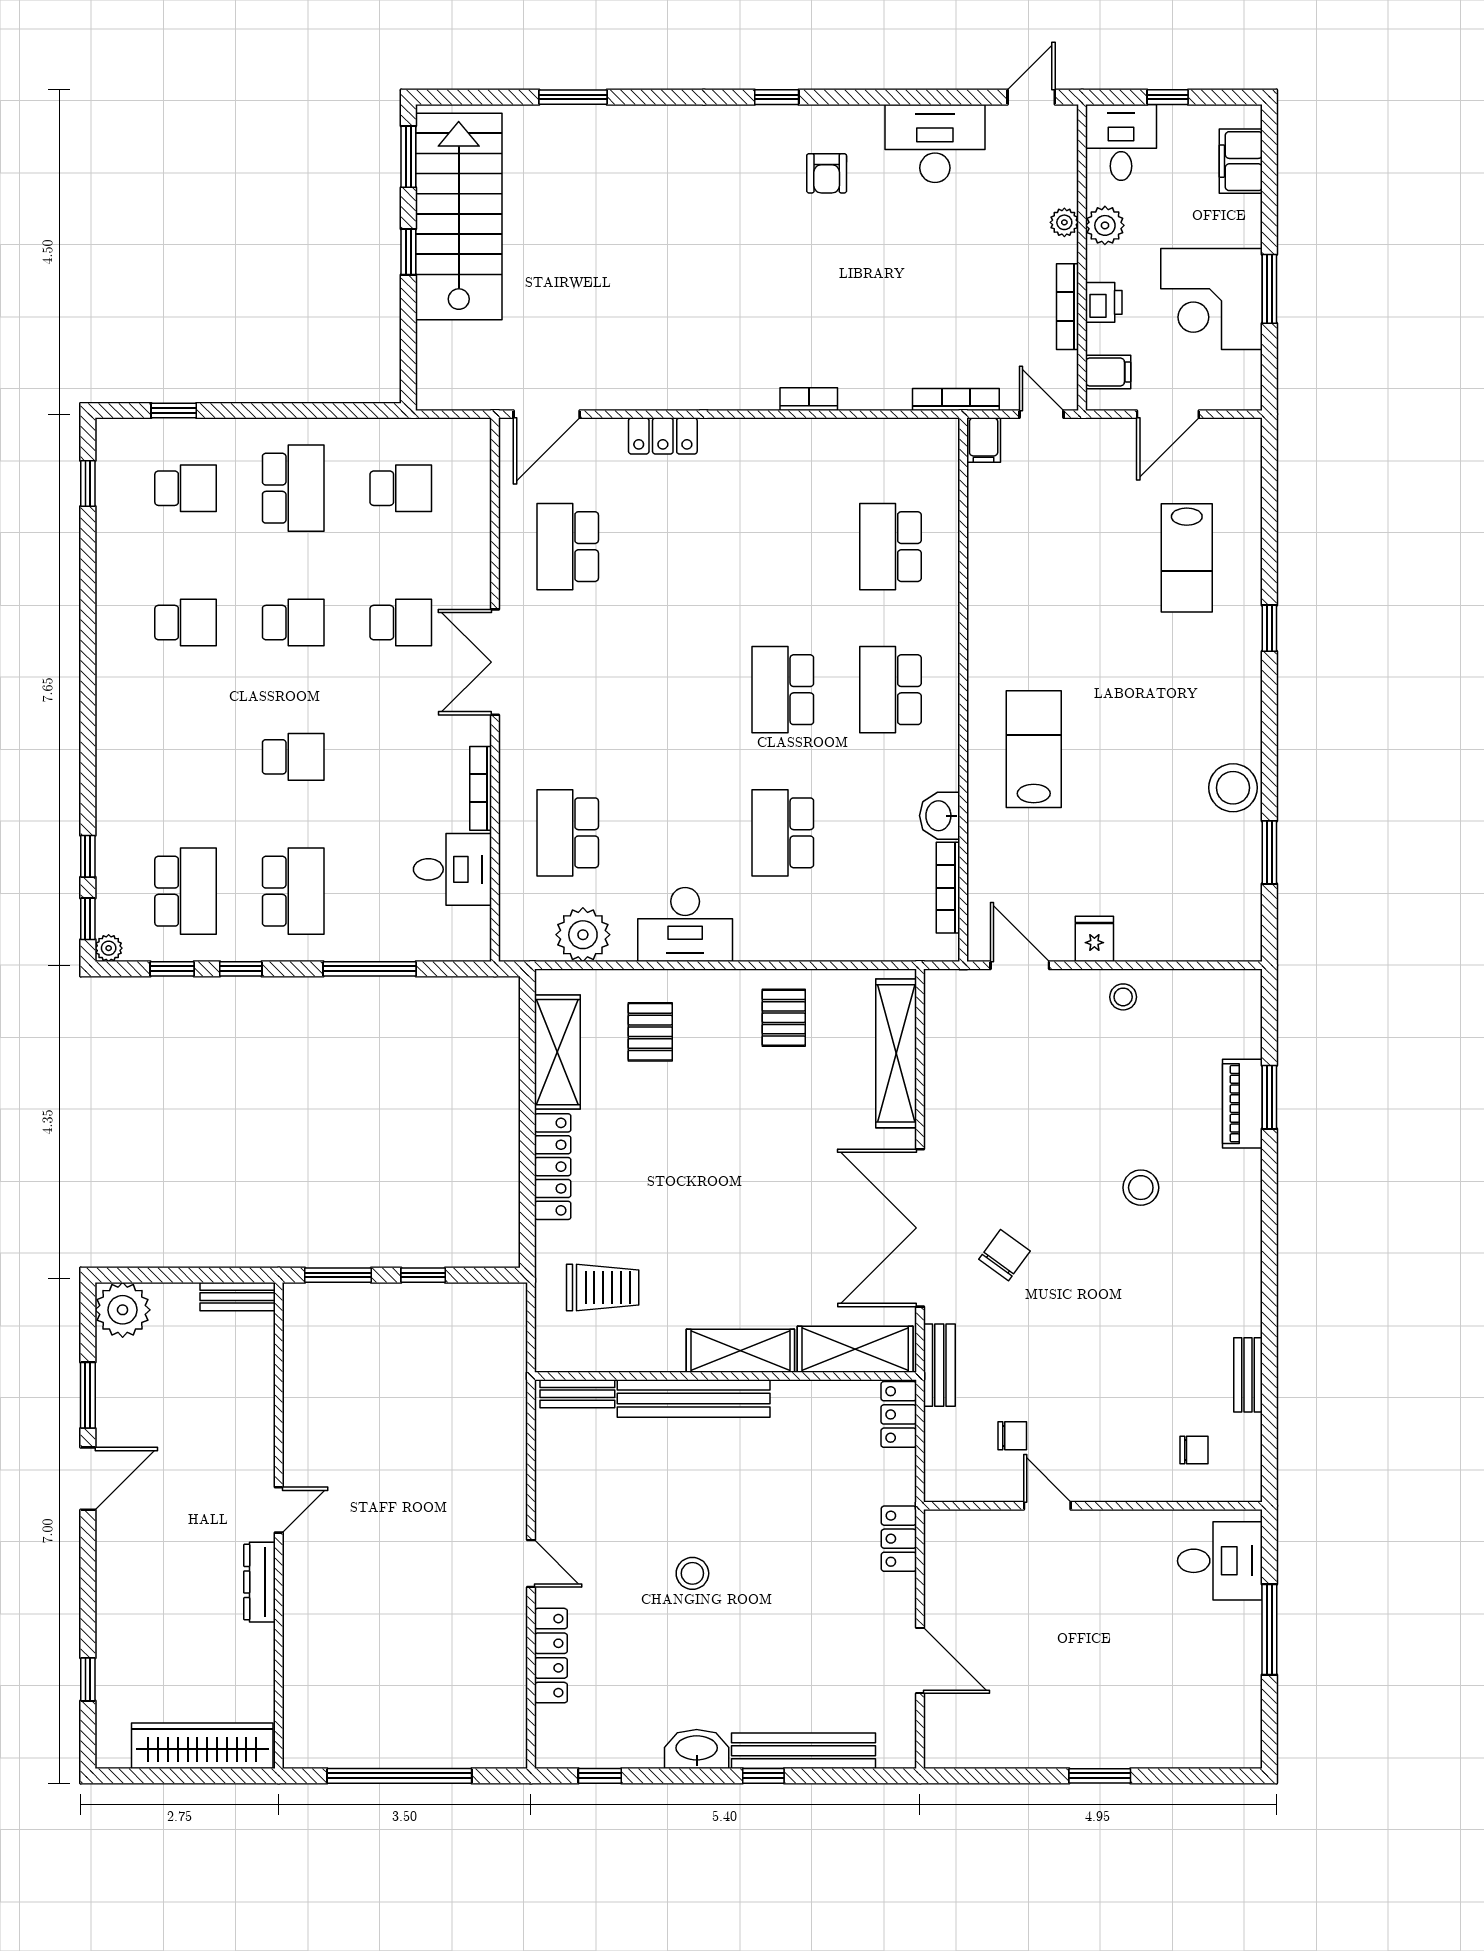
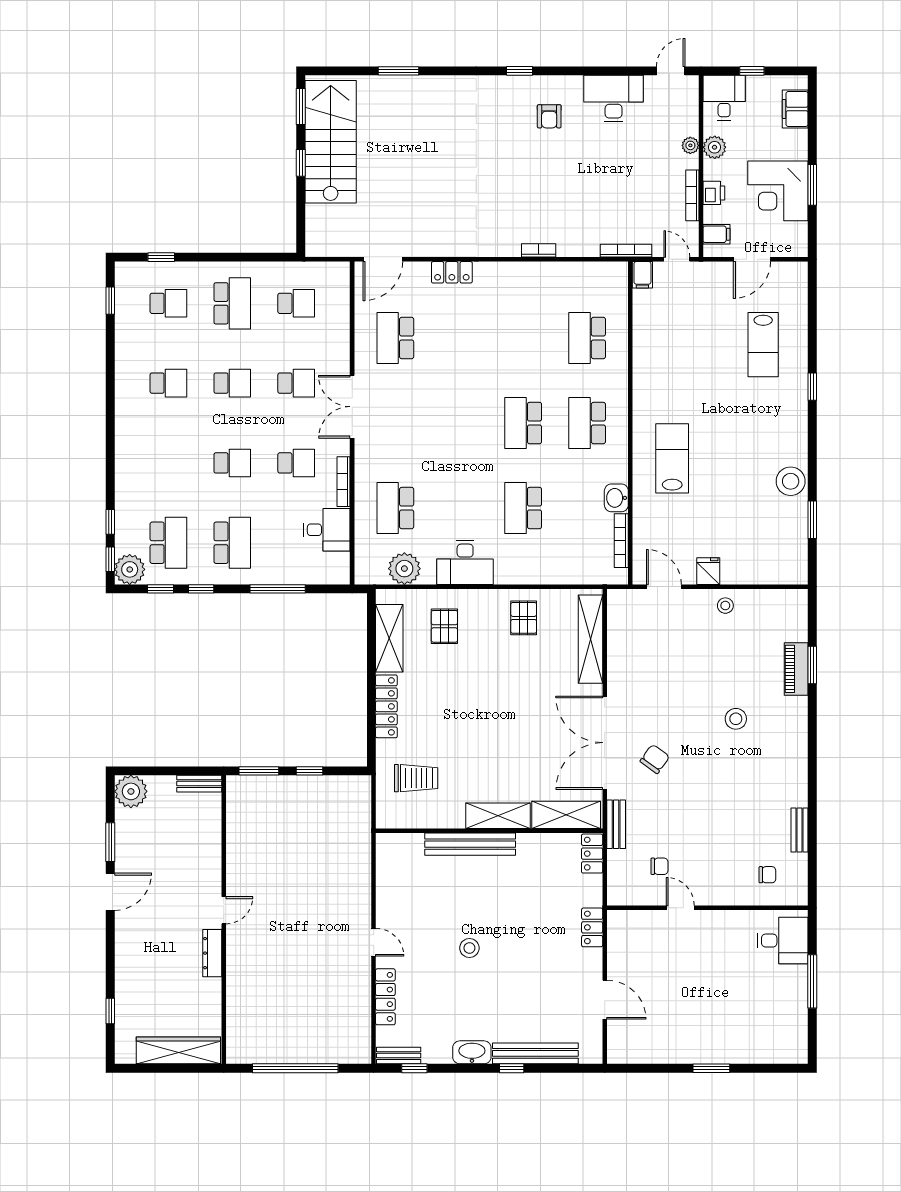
school desk: (401, 757) -> (296, 463), added
plant: (109, 948) -> (130, 569), width x1.87, depth x1.87
bench: (577, 1394) -> (399, 1056), moved

